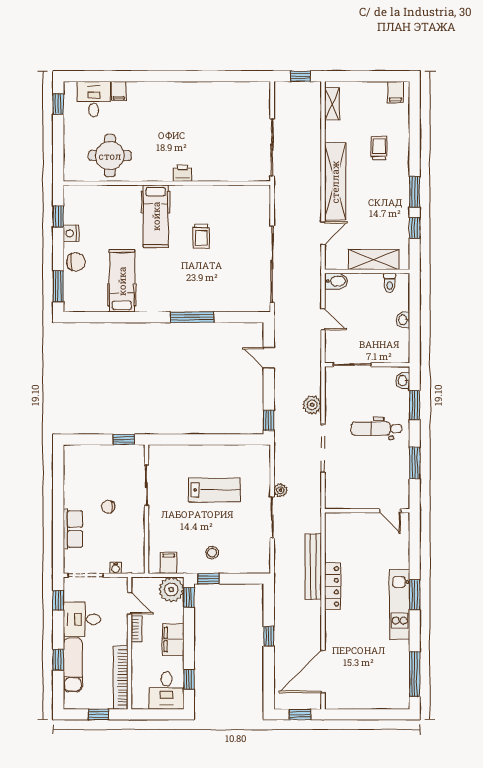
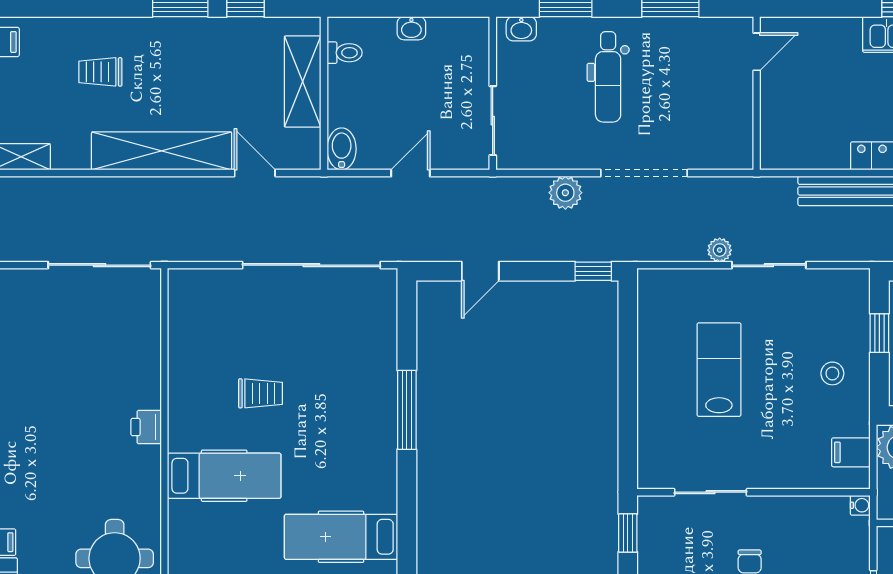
water cooler: (116, 568) -> (860, 505), moved
window: (208, 579) -> (879, 333), moved

